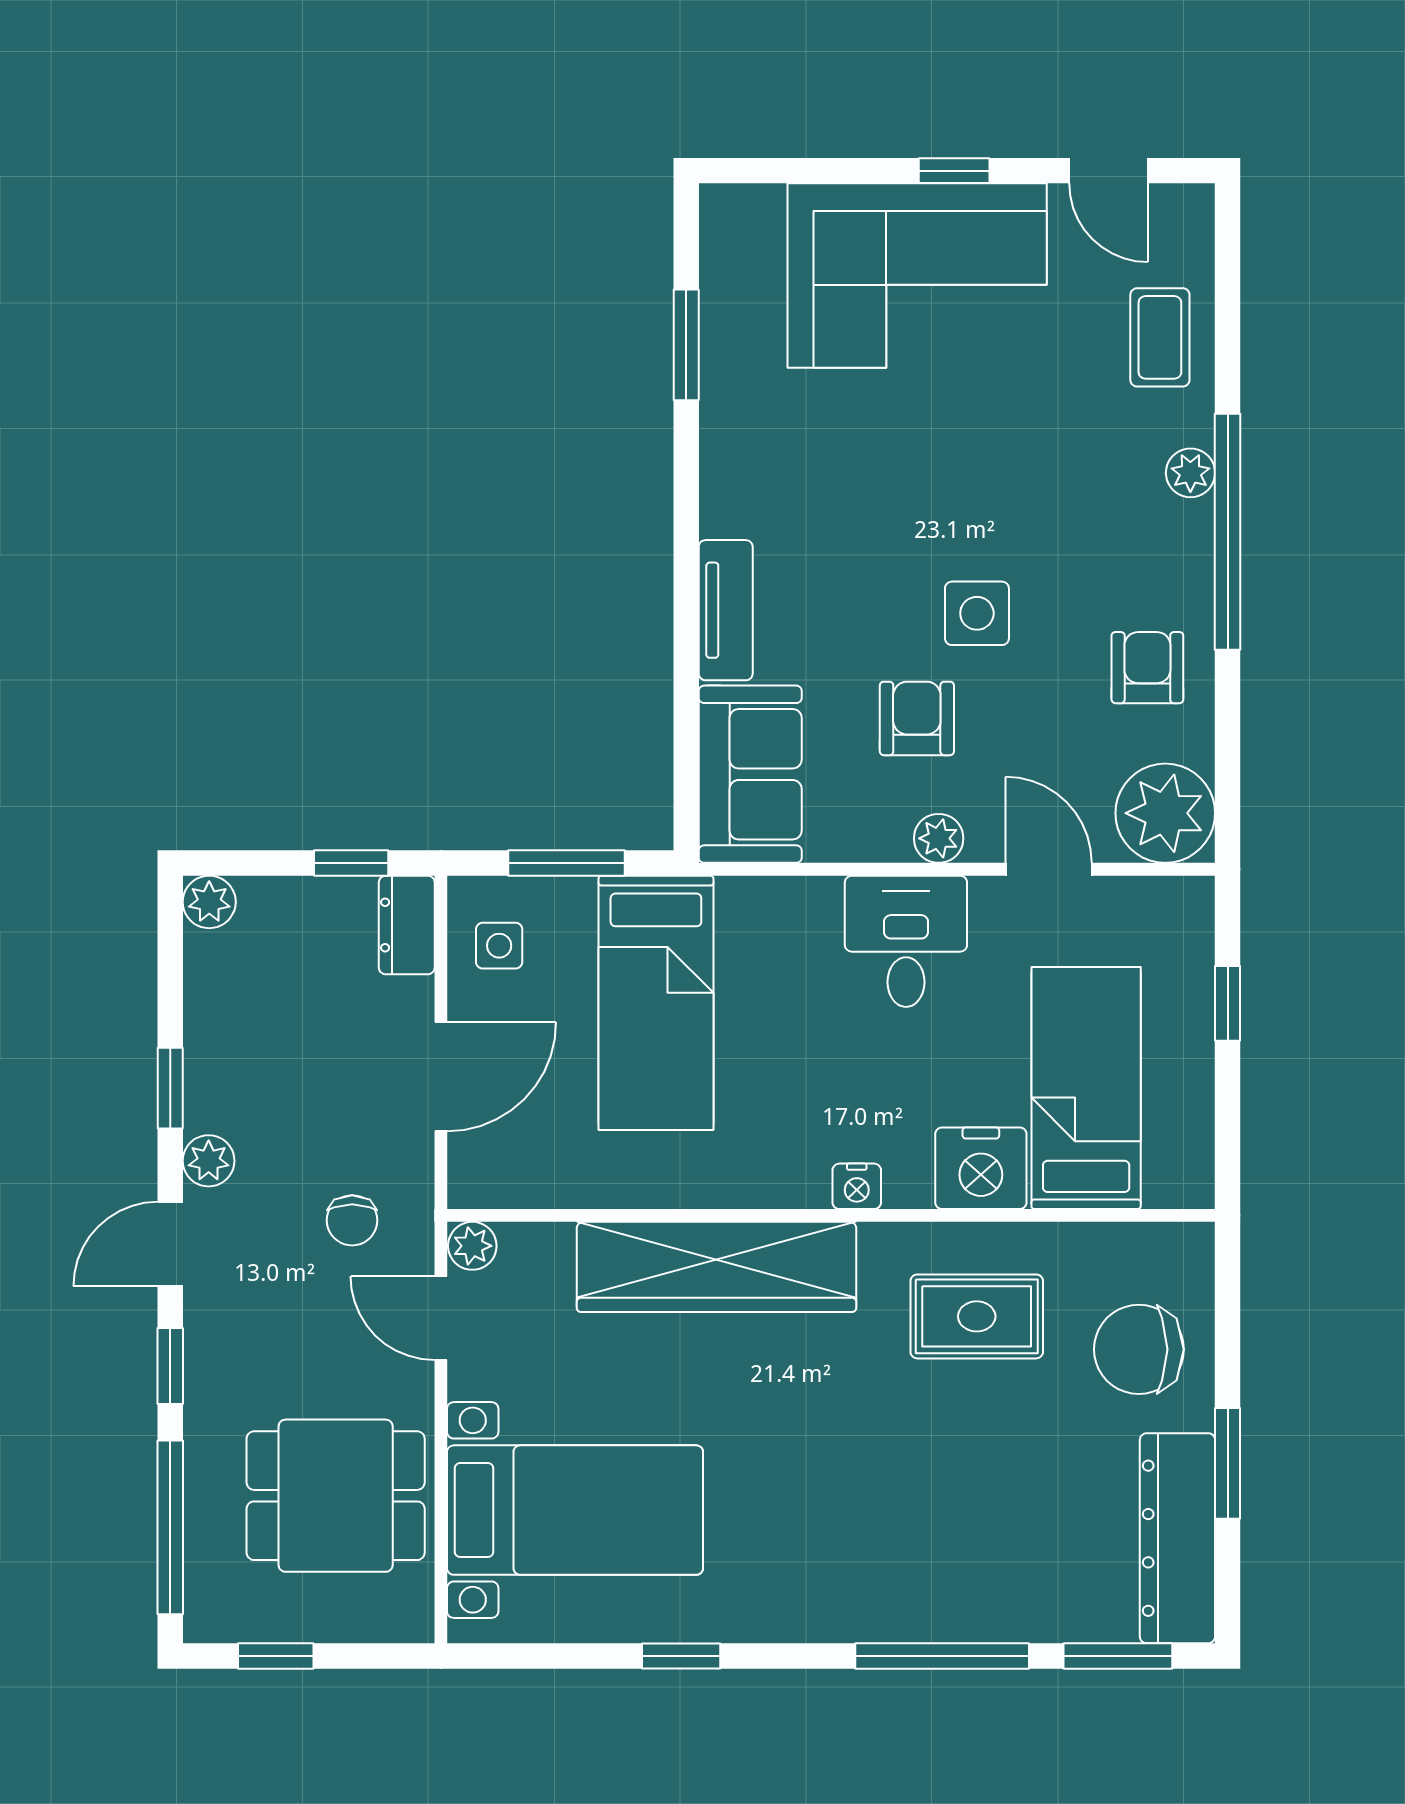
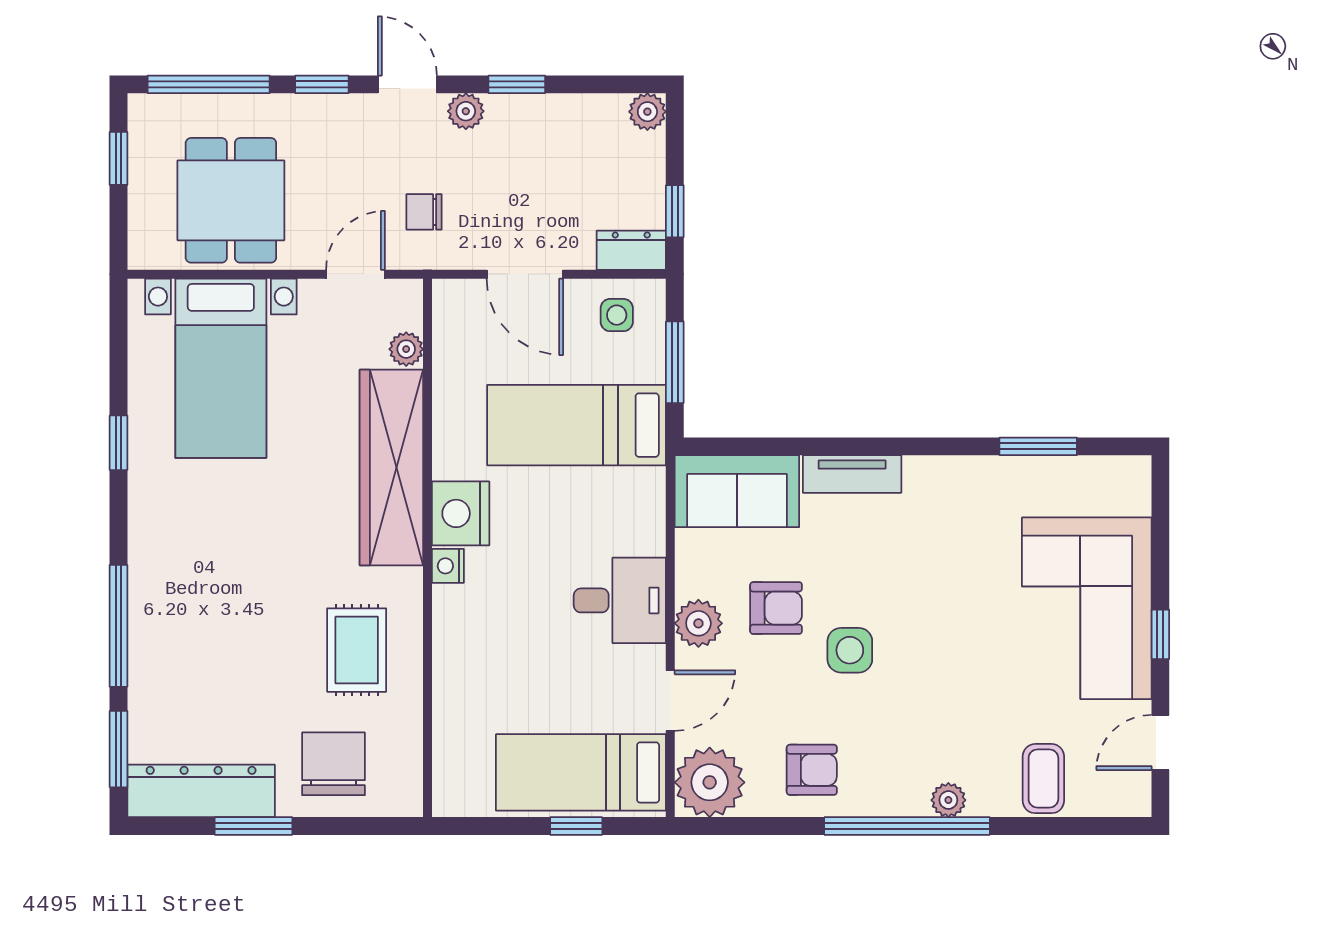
coffee table: (1160, 337) -> (1043, 779), turned 90
plant: (939, 838) -> (698, 623), width x1.38, depth x1.38
bed: (1086, 1088) -> (581, 772), moved, turned 180
nightstand: (981, 1168) -> (461, 513), moved
plant: (472, 1246) -> (406, 349), moved

